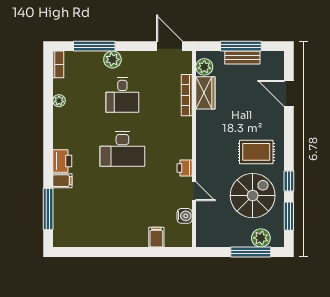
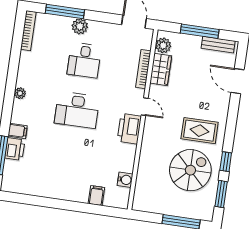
bench: (242, 57) -> (218, 45), moved
bookcase: (58, 64) -> (28, 31), width x1.56
plant: (59, 101) -> (20, 93), moved
printer: (62, 161) -> (15, 149), moved
printer: (185, 168) -> (129, 129), width x1.87, depth x1.48
door: (194, 191) -> (145, 107), moved
plant: (261, 238) -> (192, 210), removed

